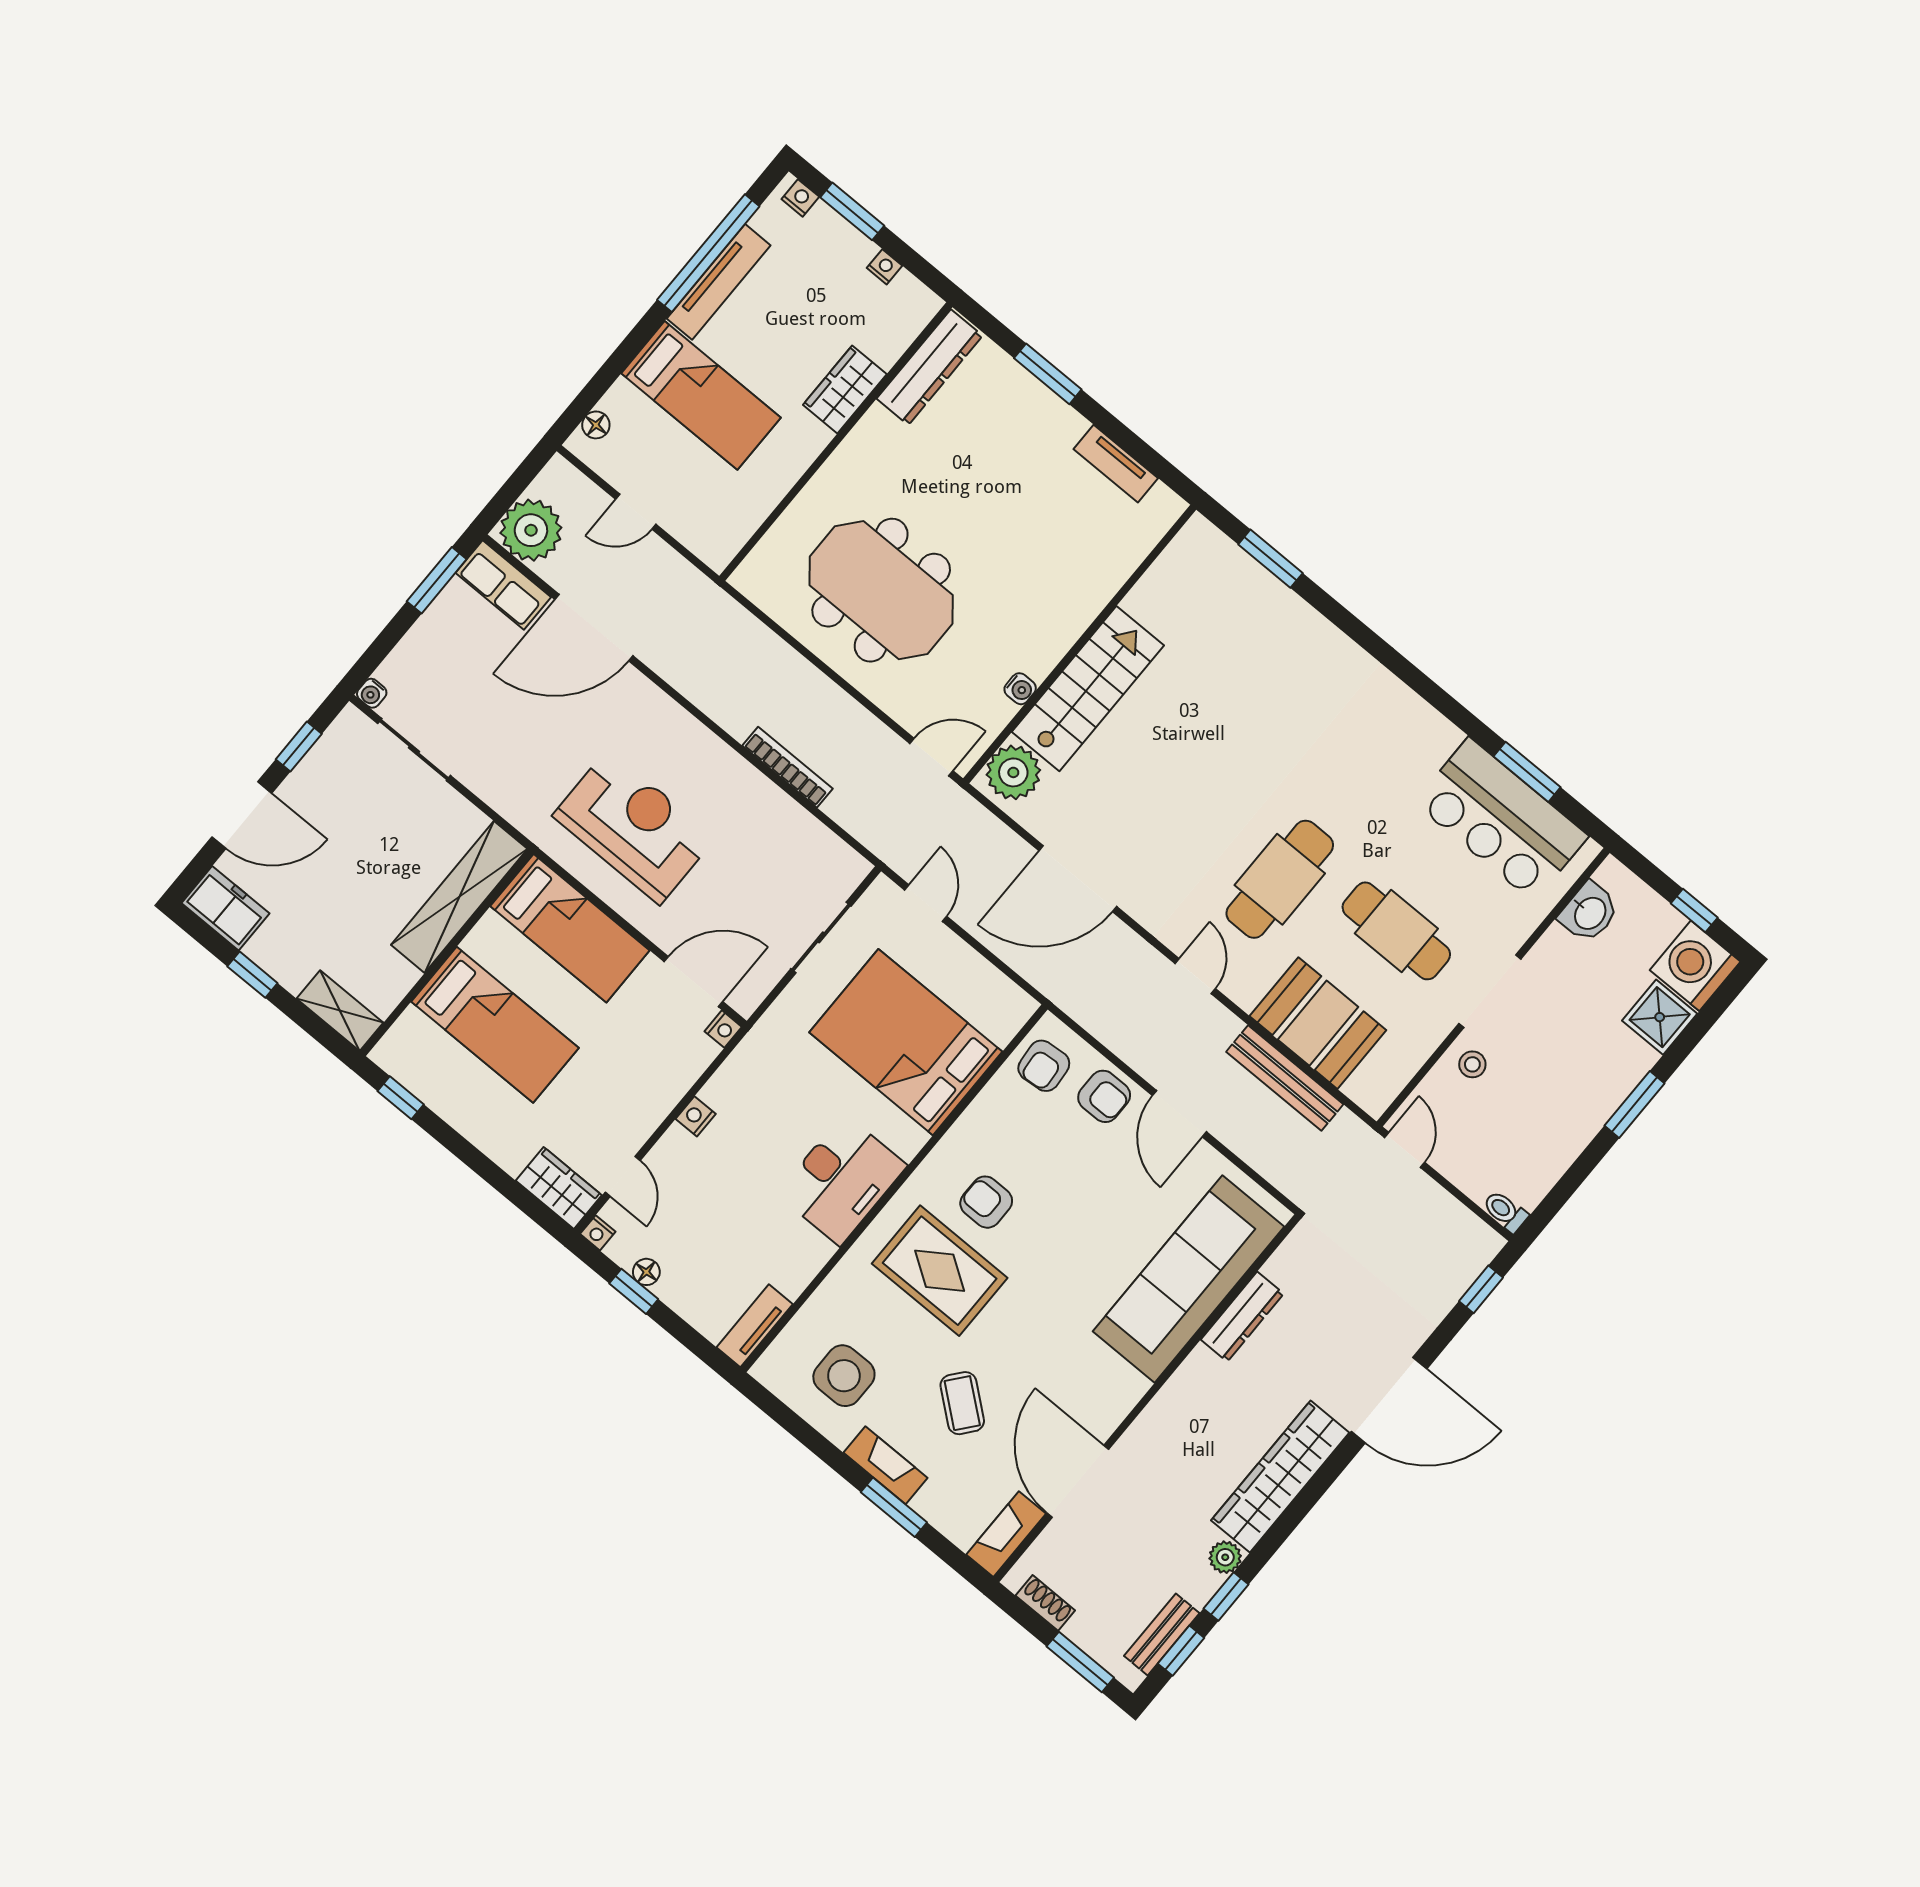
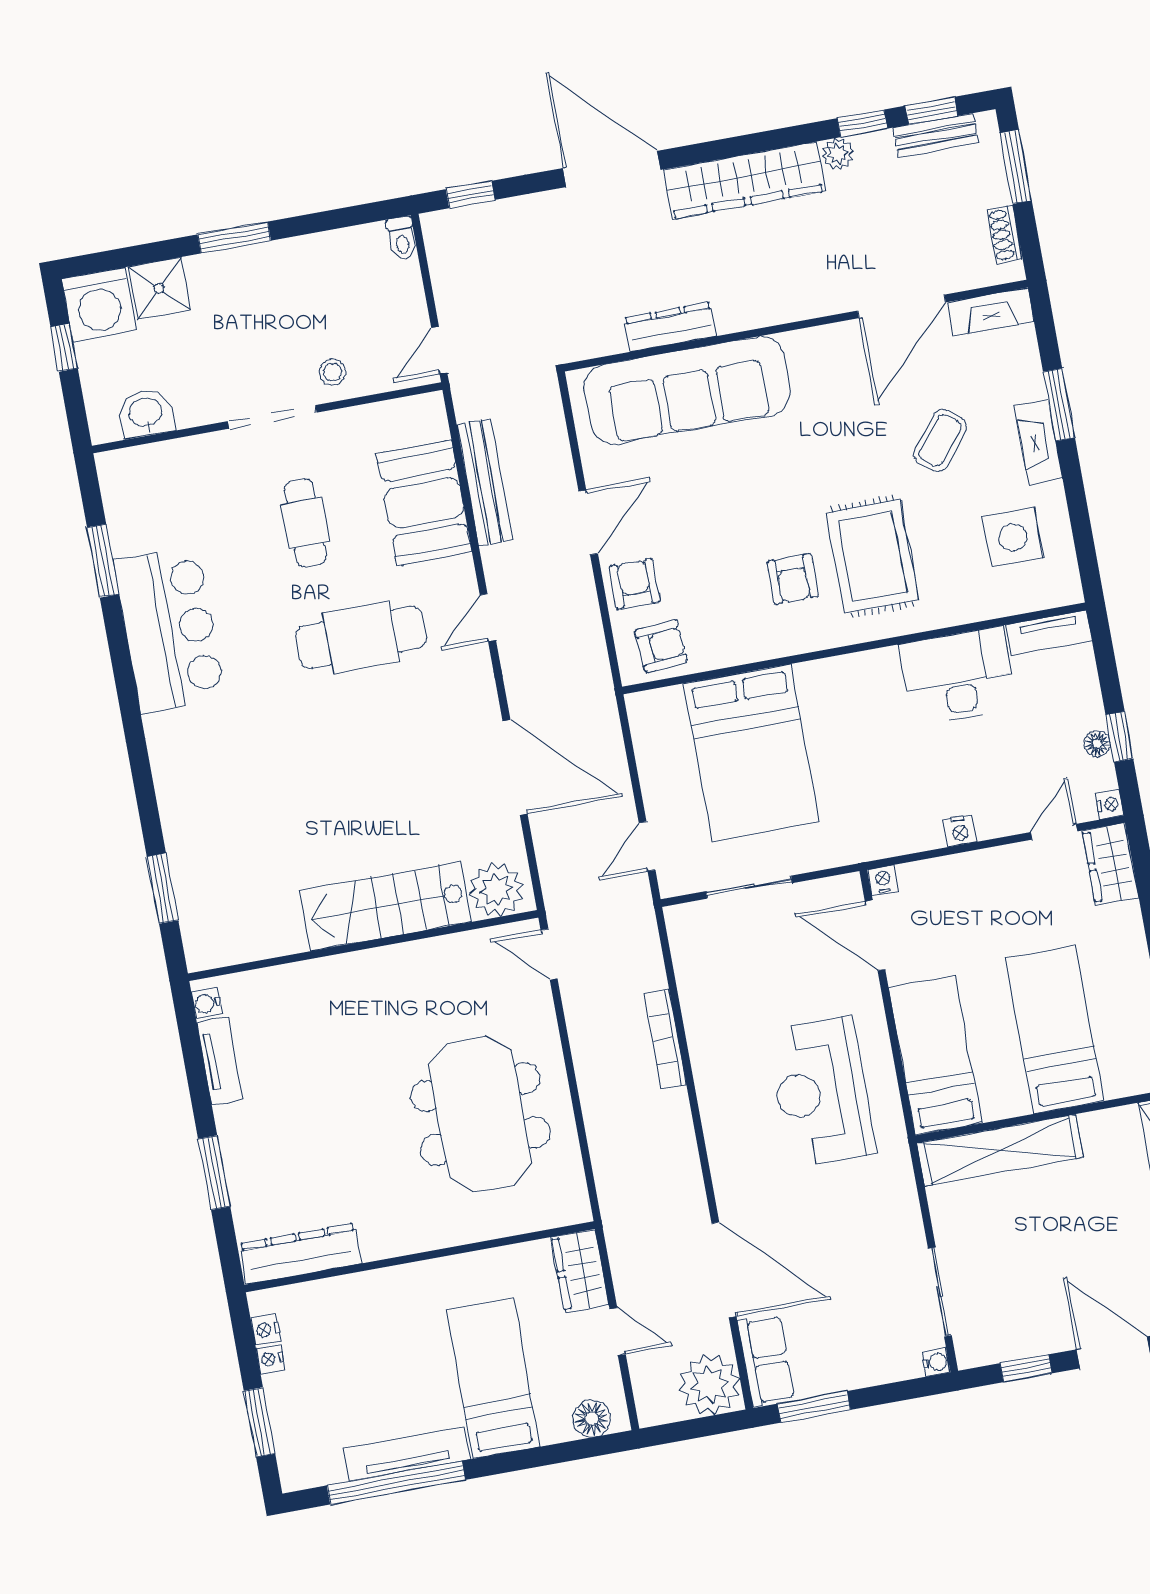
nightstand: (800, 198) -> (266, 1330), moved
wardrobe: (845, 389) -> (580, 1271), moved, turned 90
floor lamp: (596, 425) -> (592, 1418), width x1.37, depth x1.37
water cooler: (1020, 689) -> (207, 1003), moved, turned -90
bar counter: (1501, 820) -> (169, 630), moved
cafe table: (1396, 931) -> (305, 523), width x0.73, depth x0.74
desk: (842, 1180) -> (958, 676), moved

